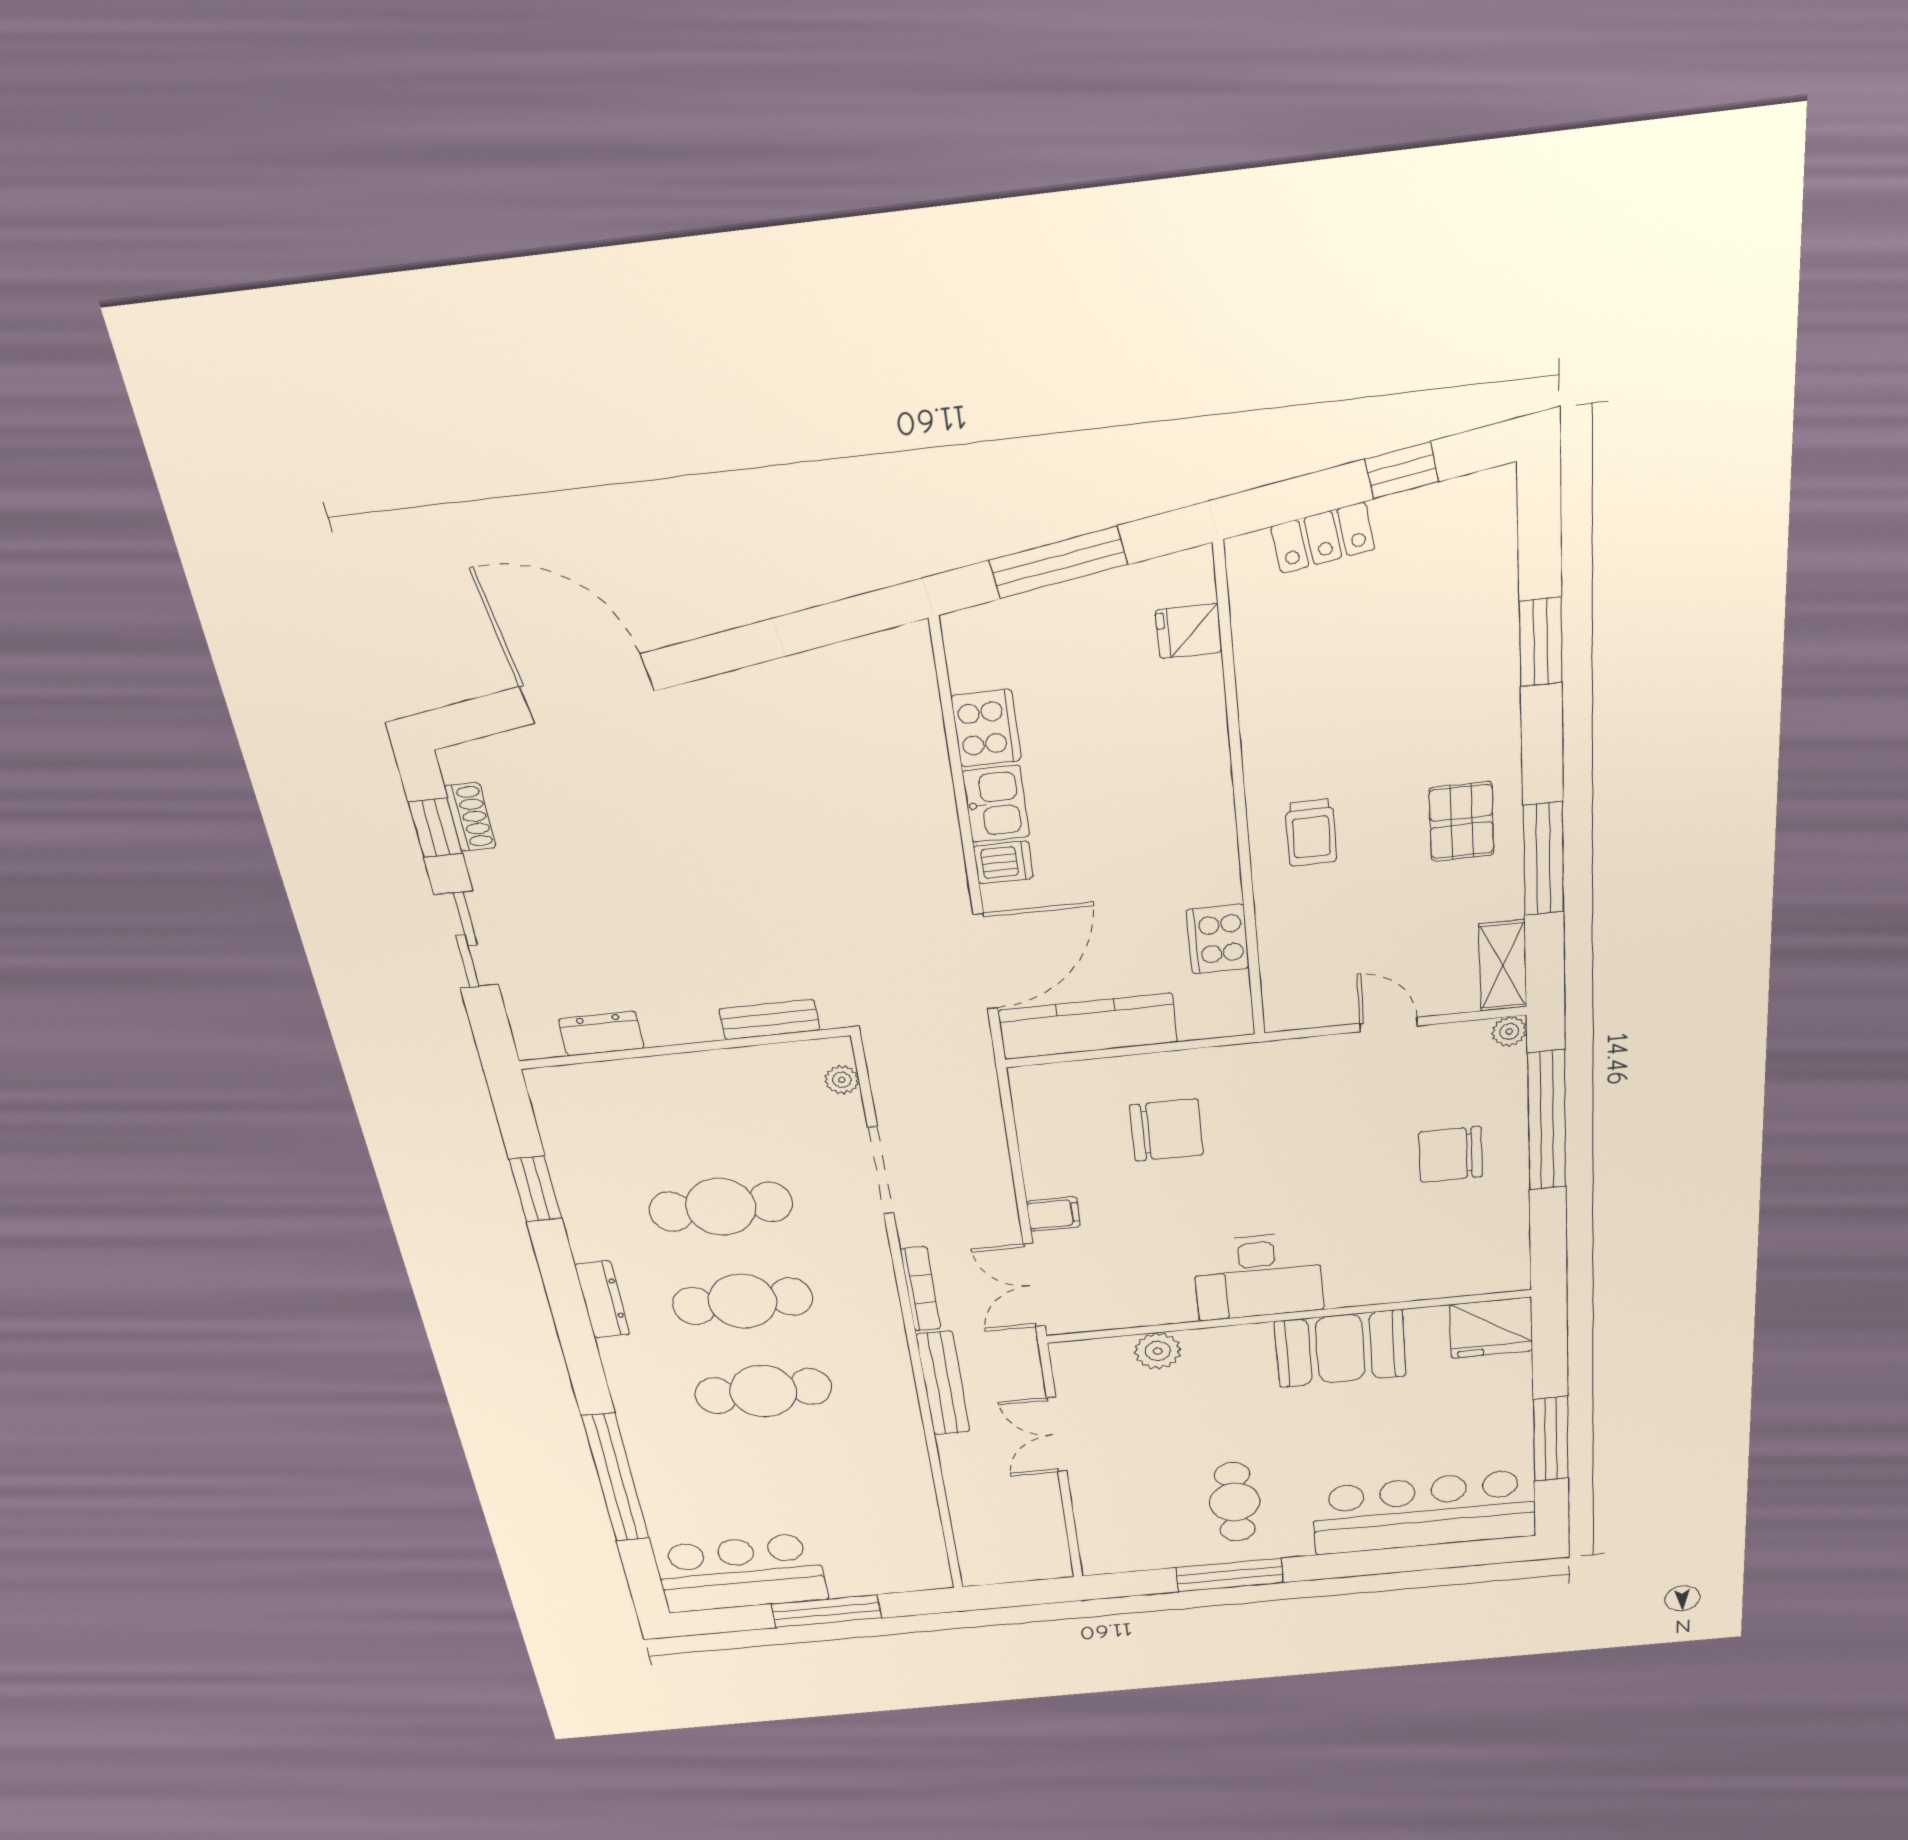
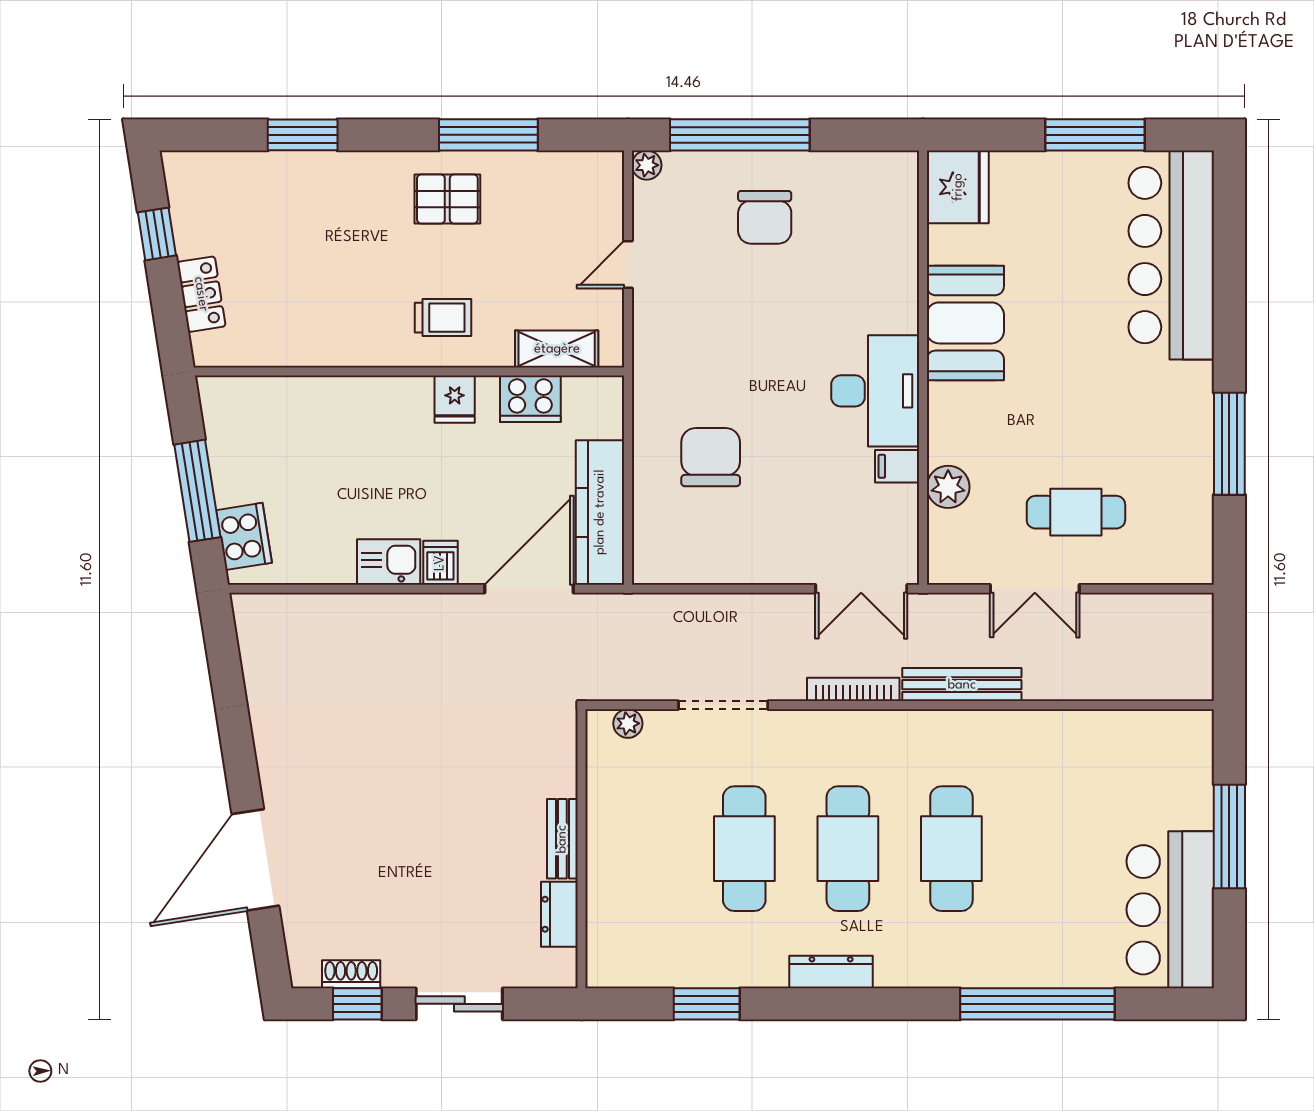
fridge: (1189, 631) -> (455, 399), moved
cooker: (986, 728) -> (244, 536), moved, turned 81
door: (986, 962) -> (529, 589), hinge flipped
shelving: (1503, 966) -> (557, 349), moved
bench: (769, 1020) -> (562, 839), moved
filing cabinet: (1053, 1214) -> (897, 466), moved, turned -90
cafe table: (1235, 1502) -> (1076, 512), moved

